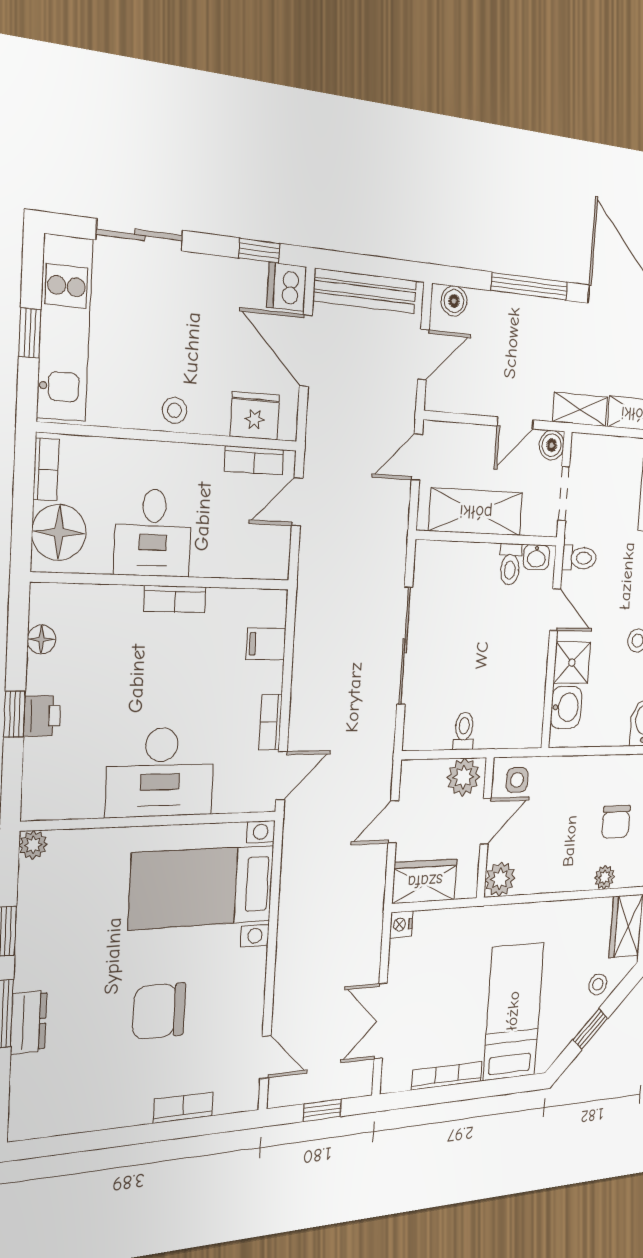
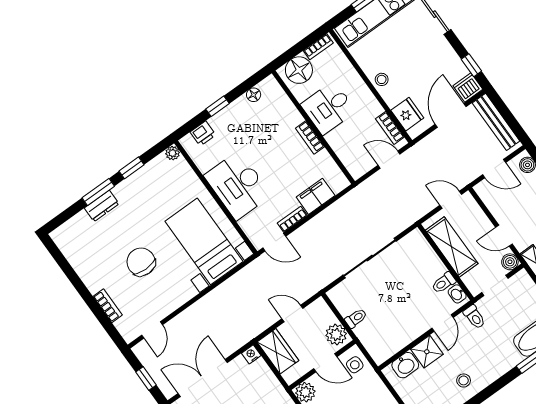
filing cabinet: (266, 644) -> (316, 196), width x2.00
printer: (42, 716) -> (203, 133), moved
double door: (381, 1021) -> (203, 378), width x1.37

